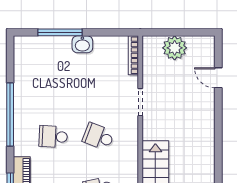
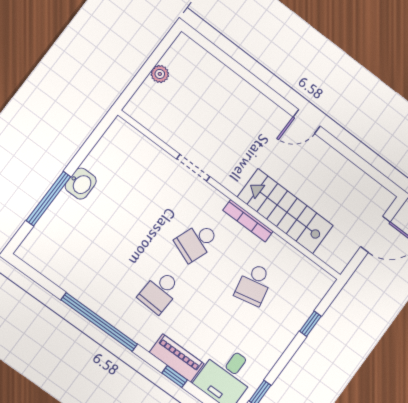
plant: (175, 48) -> (160, 74), width x0.53, depth x0.53
bookcase: (133, 55) -> (248, 221), moved
door: (218, 78) -> (307, 121), moved

